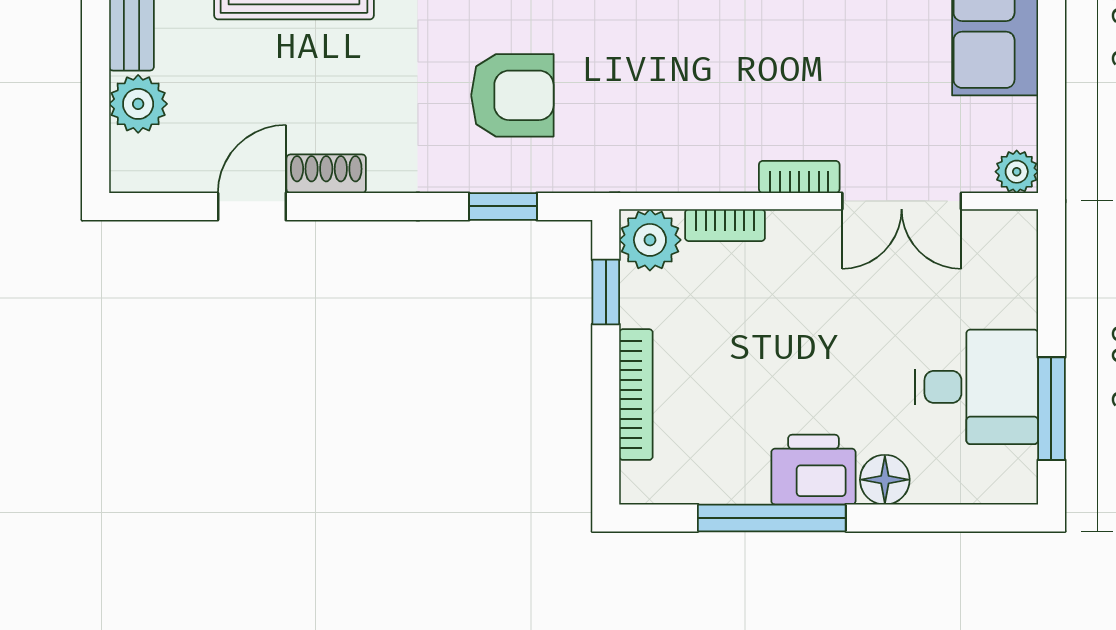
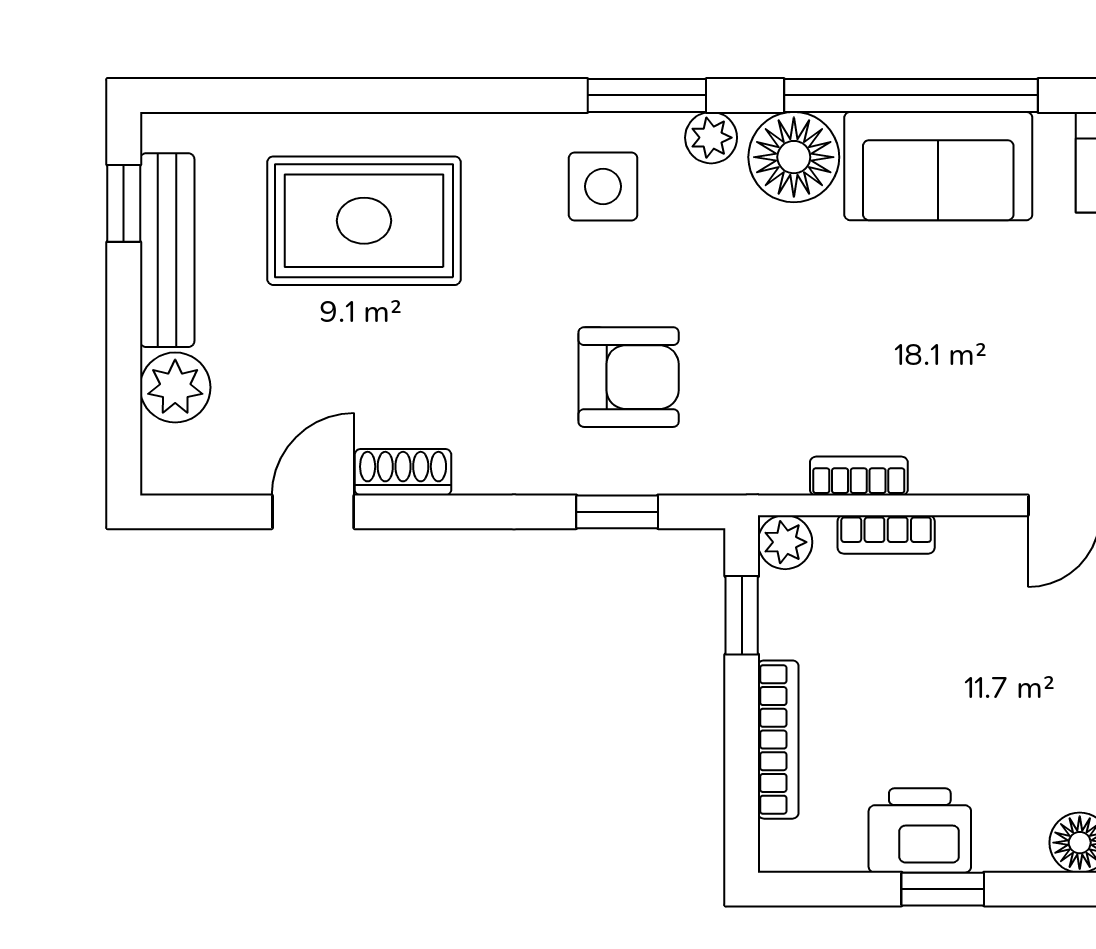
bookcase: (799, 177) -> (859, 476), moved
plant: (650, 240) -> (785, 542), width x0.73, depth x0.73
printer: (813, 470) -> (920, 830), moved
window: (772, 518) -> (943, 889), width x0.46

